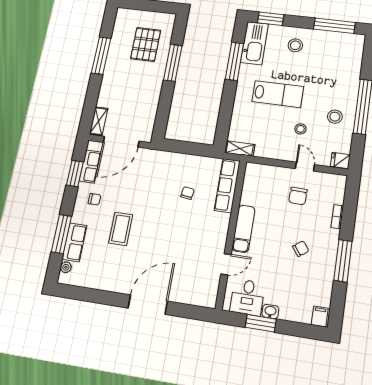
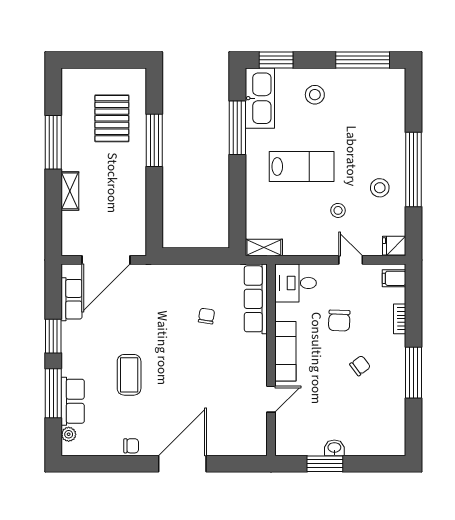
shelving: (99, 121) -> (70, 191), moved
window: (75, 173) -> (53, 336), moved
chair: (298, 196) -> (339, 320), moved
chair: (94, 199) -> (131, 446), moved
desk: (247, 297) -> (296, 283), moved, turned 90
filing cabinet: (320, 316) -> (394, 278), moved, turned -90

